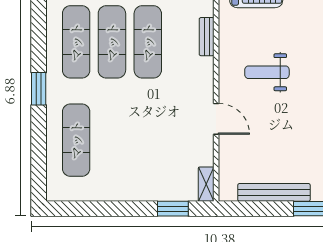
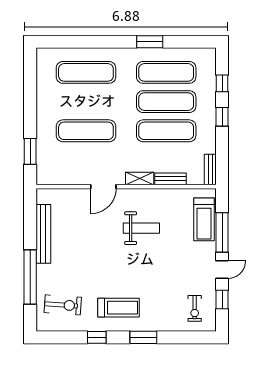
weight bench: (267, 72) -> (141, 228), turned 90
window: (39, 89) -> (150, 42), moved
exercise mat: (148, 140) -> (86, 131), added
shelving: (206, 184) -> (140, 178), moved

